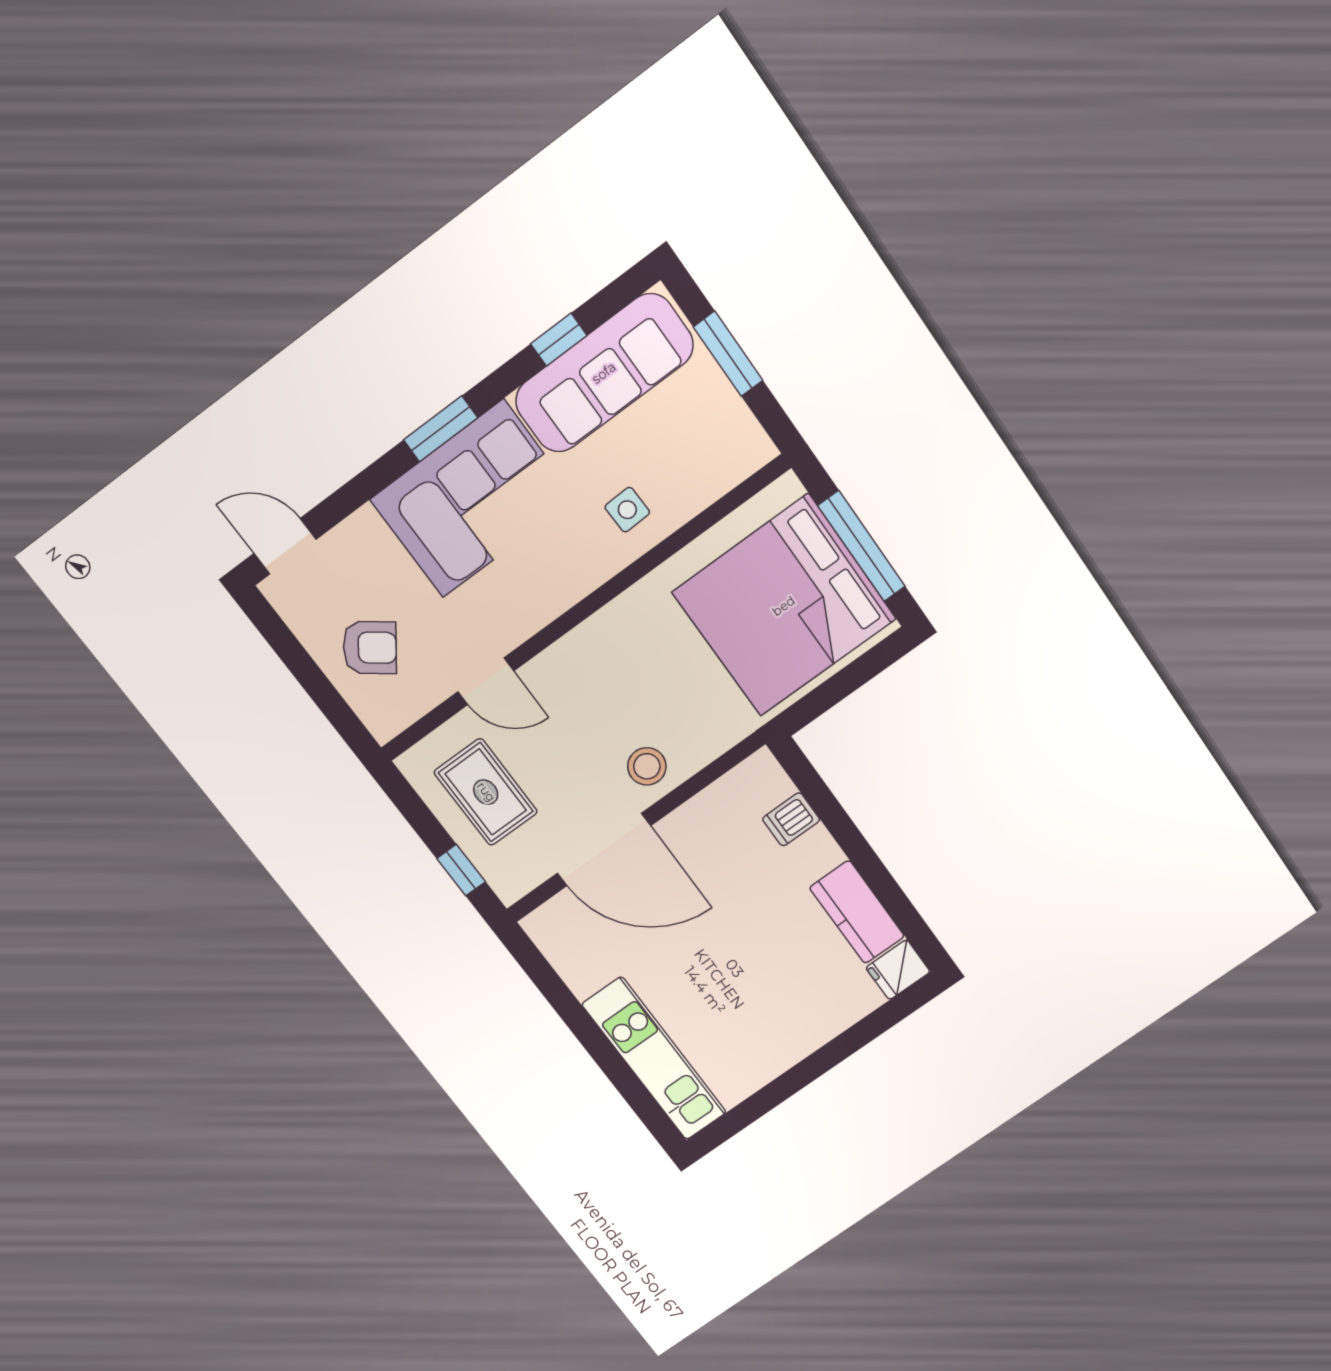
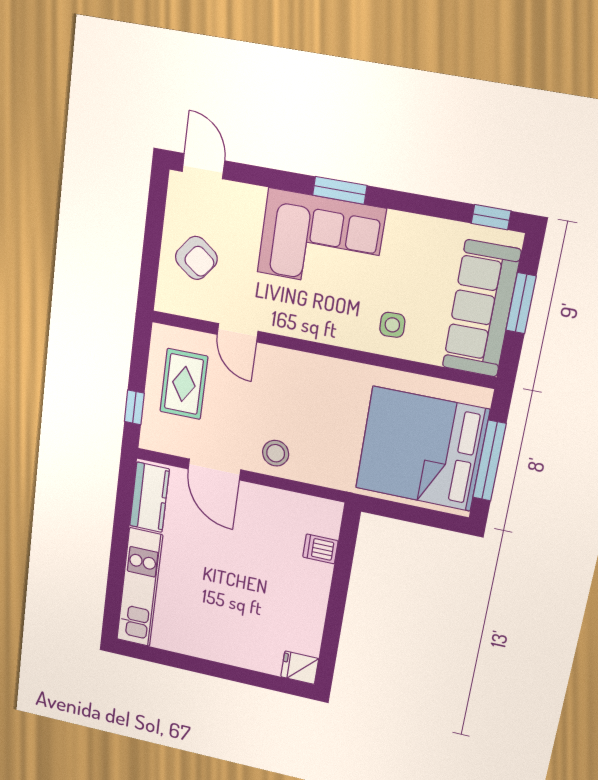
window: (559, 340) -> (491, 217), moved
sofa: (604, 373) -> (481, 309), moved, turned 90
door: (604, 849) -> (214, 469), width x0.73
kitchen counter: (857, 912) -> (149, 497), moved, turned 180

